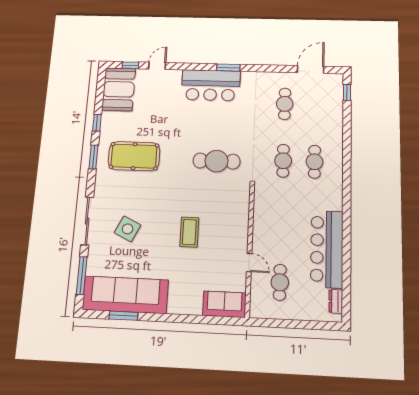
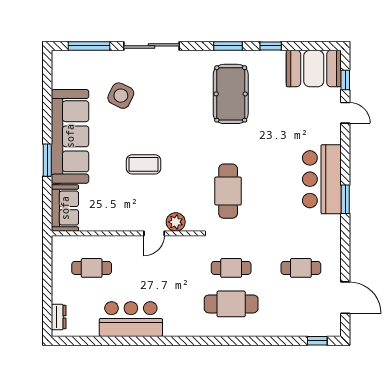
cafe table: (314, 162) -> (231, 304), width x1.37, depth x1.35
plant: (241, 206) -> (176, 222), added
side table: (128, 229) -> (121, 96), moved
bar counter: (327, 249) -> (131, 319), width x0.73
door: (249, 263) -> (154, 233), moved
sofa: (125, 295) -> (70, 136), moved
dresser: (336, 301) -> (59, 317), moved, turned 90
window: (123, 316) -> (47, 160), moved

